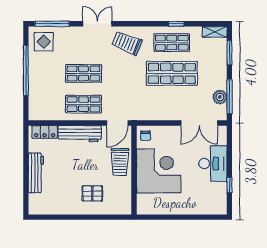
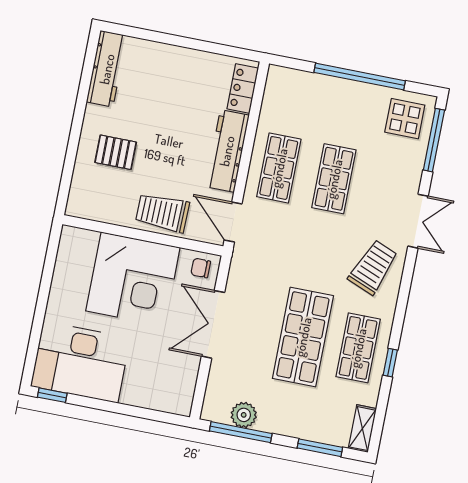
double door: (199, 123) -> (213, 324), moved
desk: (213, 164) -> (80, 362), moved, width x1.36, depth x1.30
workbench: (36, 173) -> (107, 69), moved, turned -90
window: (229, 185) -> (52, 395), moved
pallet: (92, 193) -> (116, 152), turned 90

